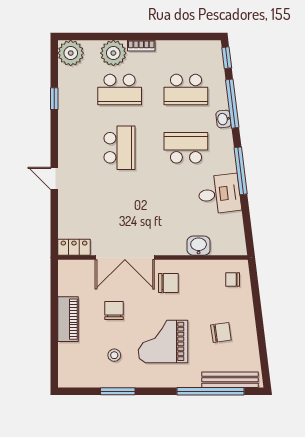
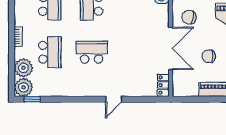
plant: (113, 53) -> (23, 68), moved
window: (54, 99) -> (32, 99), moved
chair: (168, 283) -> (189, 17), turned -80

